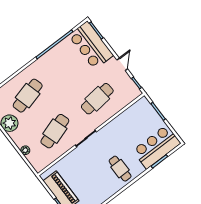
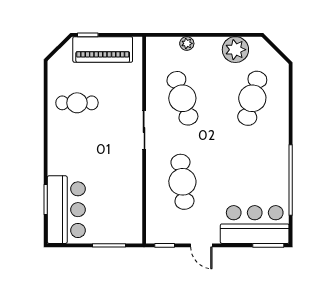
cafe table: (28, 96) -> (252, 98), turned 30
cafe table: (120, 169) -> (77, 103), moved

